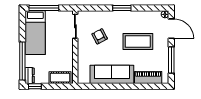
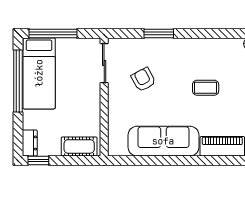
window: (122, 8) -> (159, 33), moved
coffee table: (138, 41) -> (206, 88), width x0.54, depth x0.58
window: (22, 61) -> (18, 81), moved

